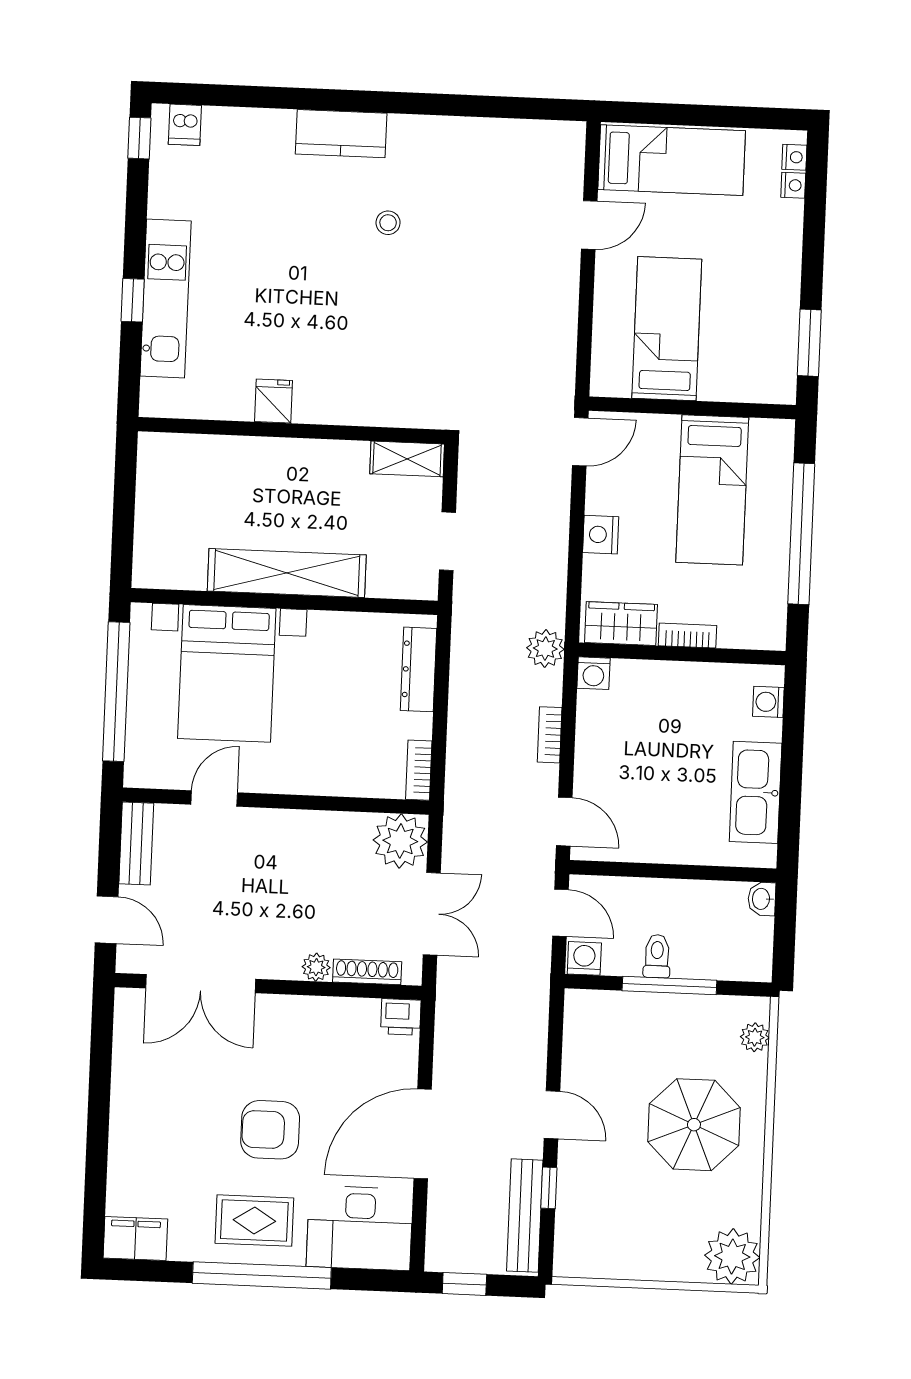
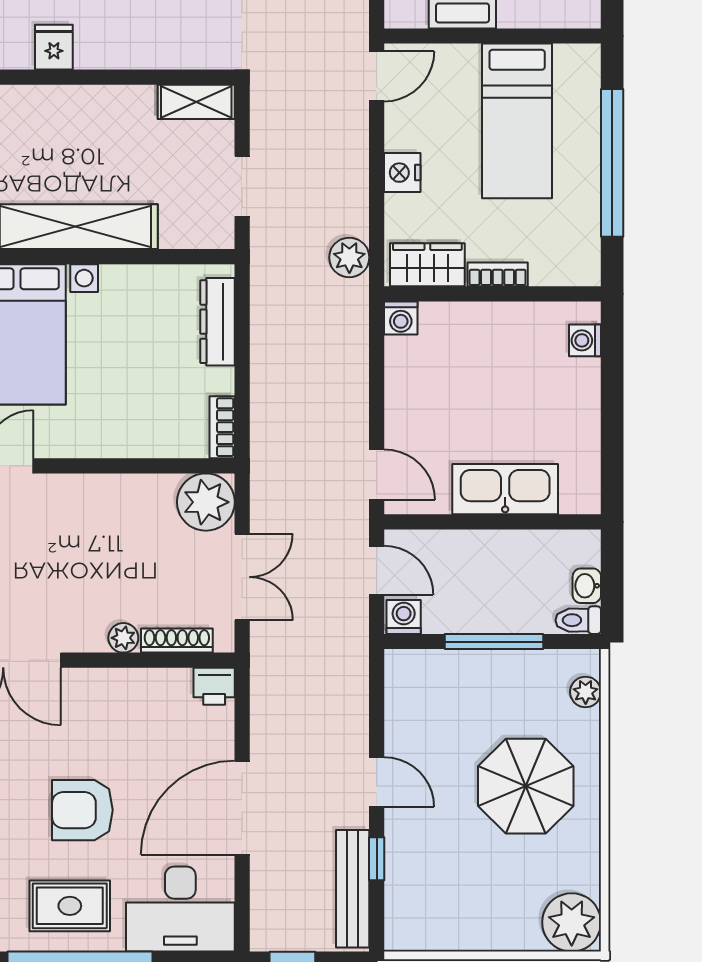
plant: (545, 648) -> (349, 257), moved
bookcase: (550, 735) -> (358, 384), removed
kitchen sink: (756, 792) -> (505, 489), moved, turned 90
washbasin: (762, 899) -> (587, 586), moved
toilet: (657, 956) -> (578, 620), moved, turned -90

